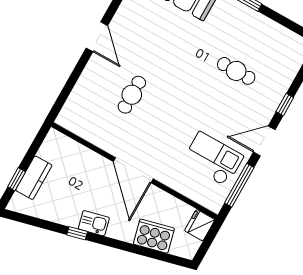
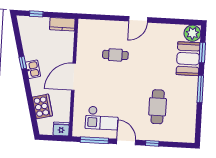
cafe table: (236, 71) -> (158, 107), width x1.37, depth x1.35
checkout: (213, 159) -> (102, 118), turned 90
kitchen counter: (34, 178) -> (62, 24), moved

